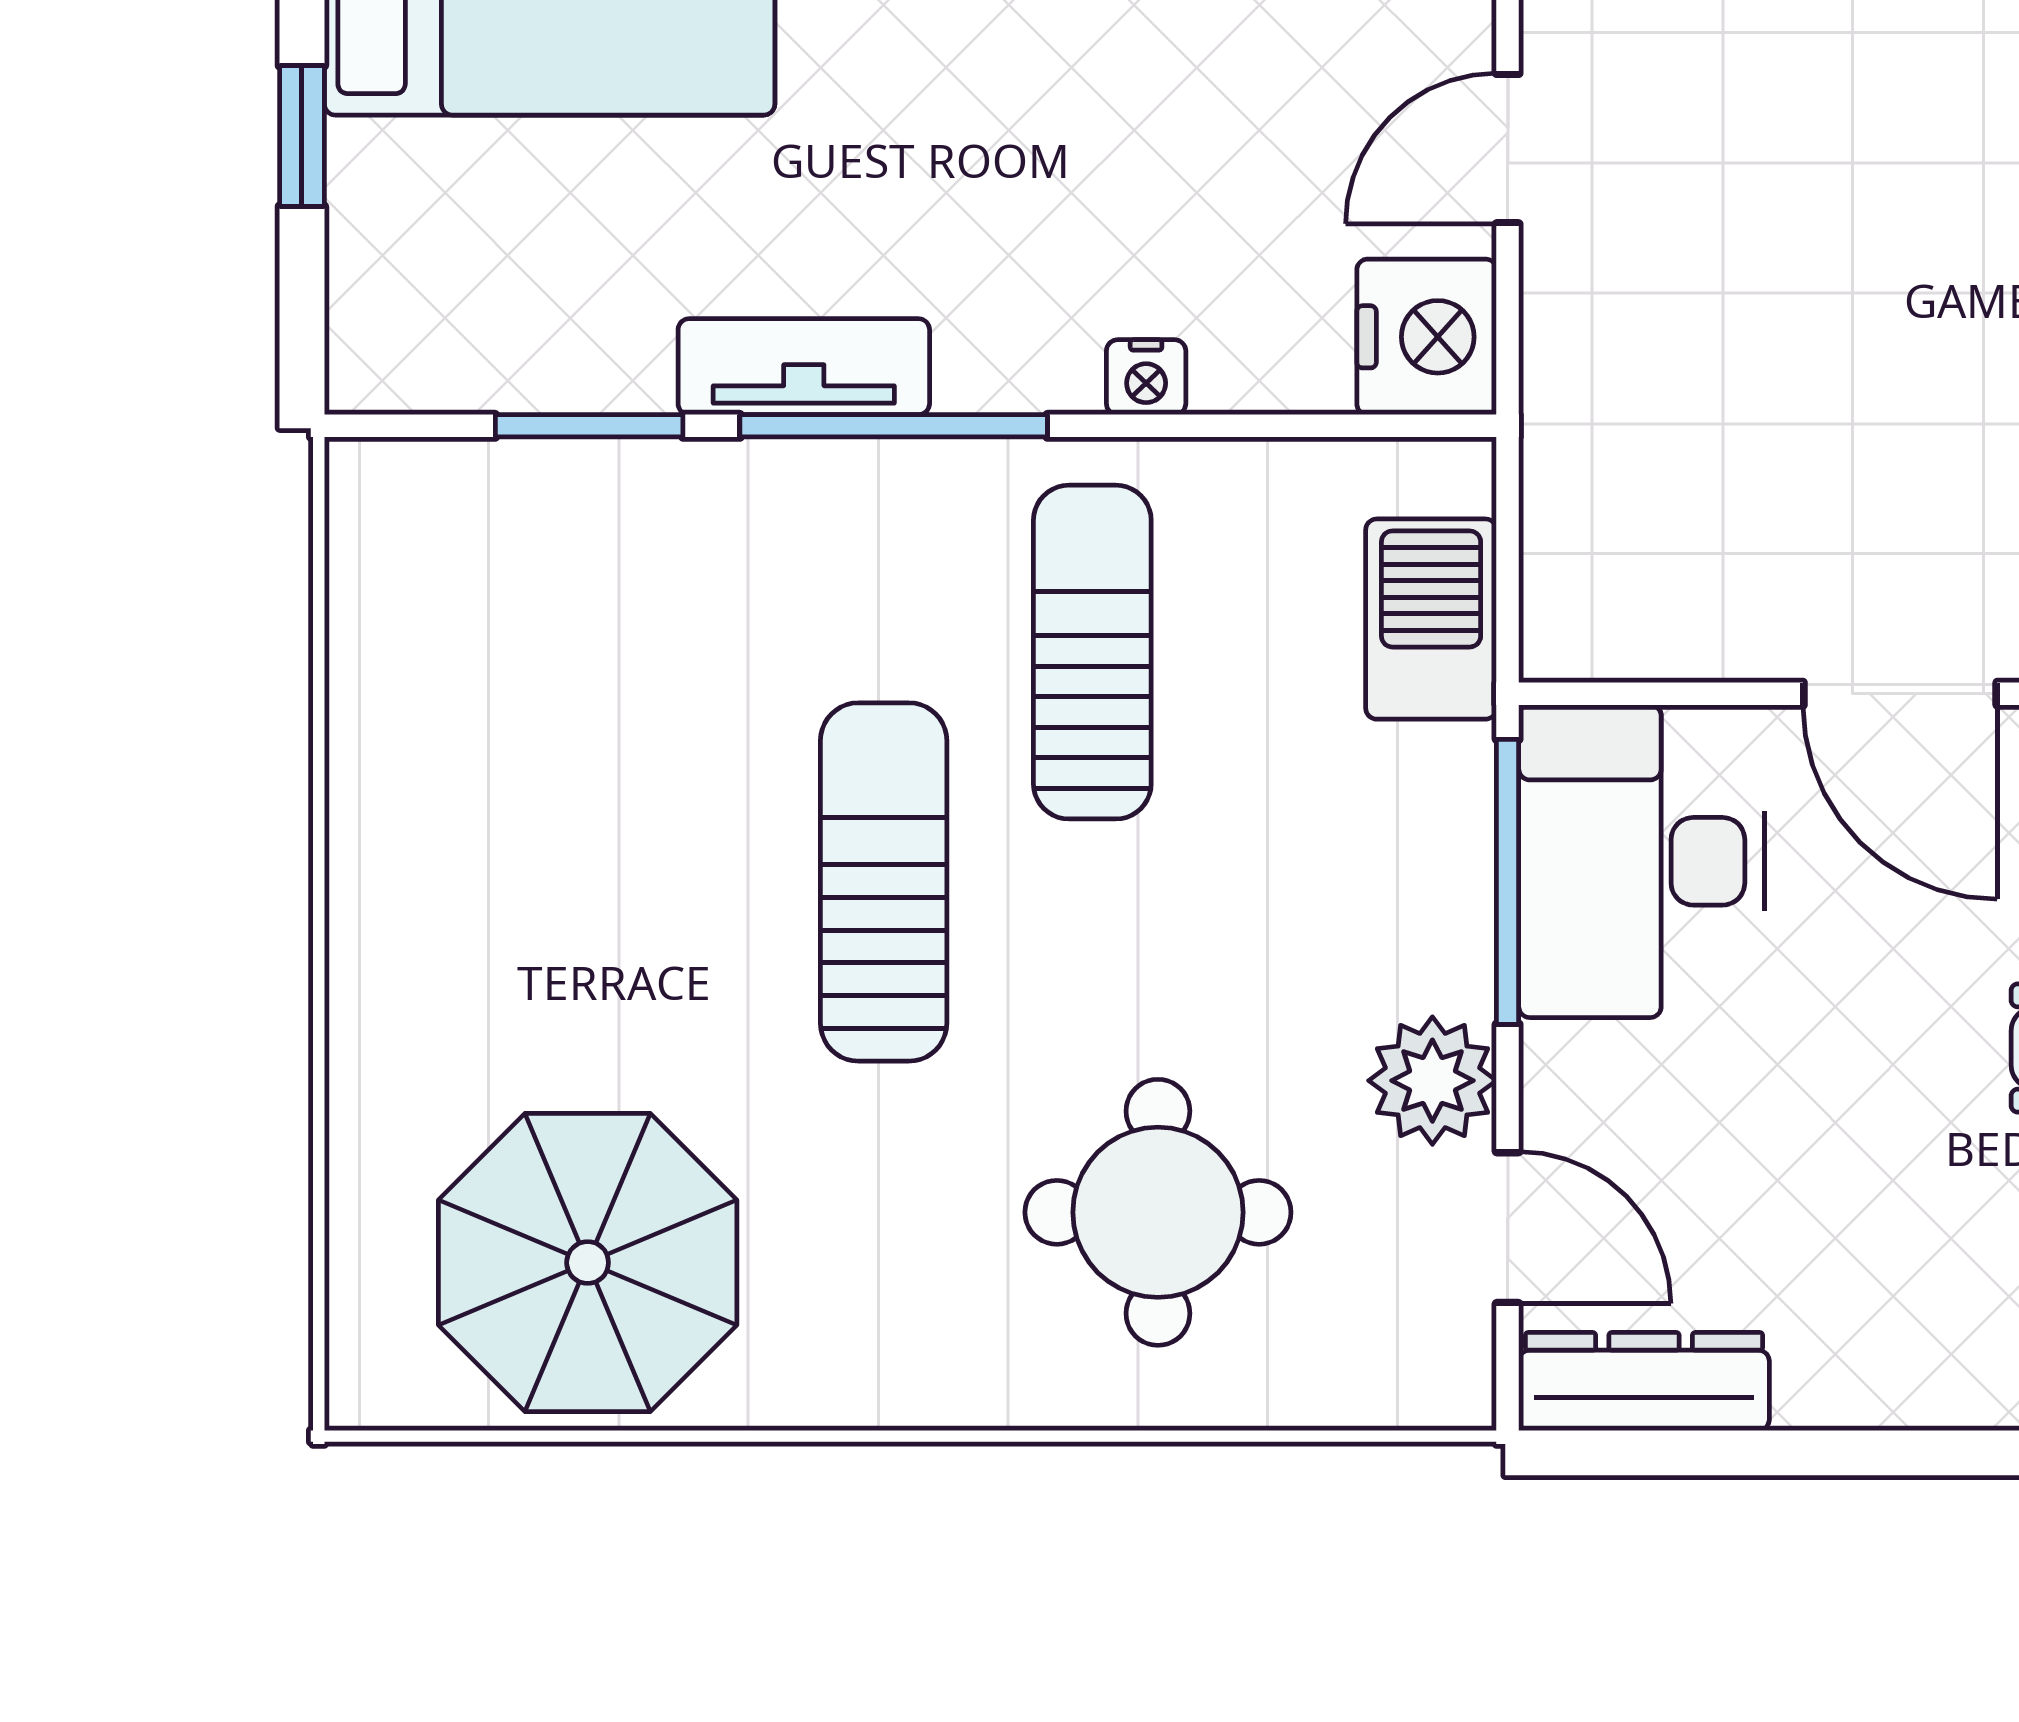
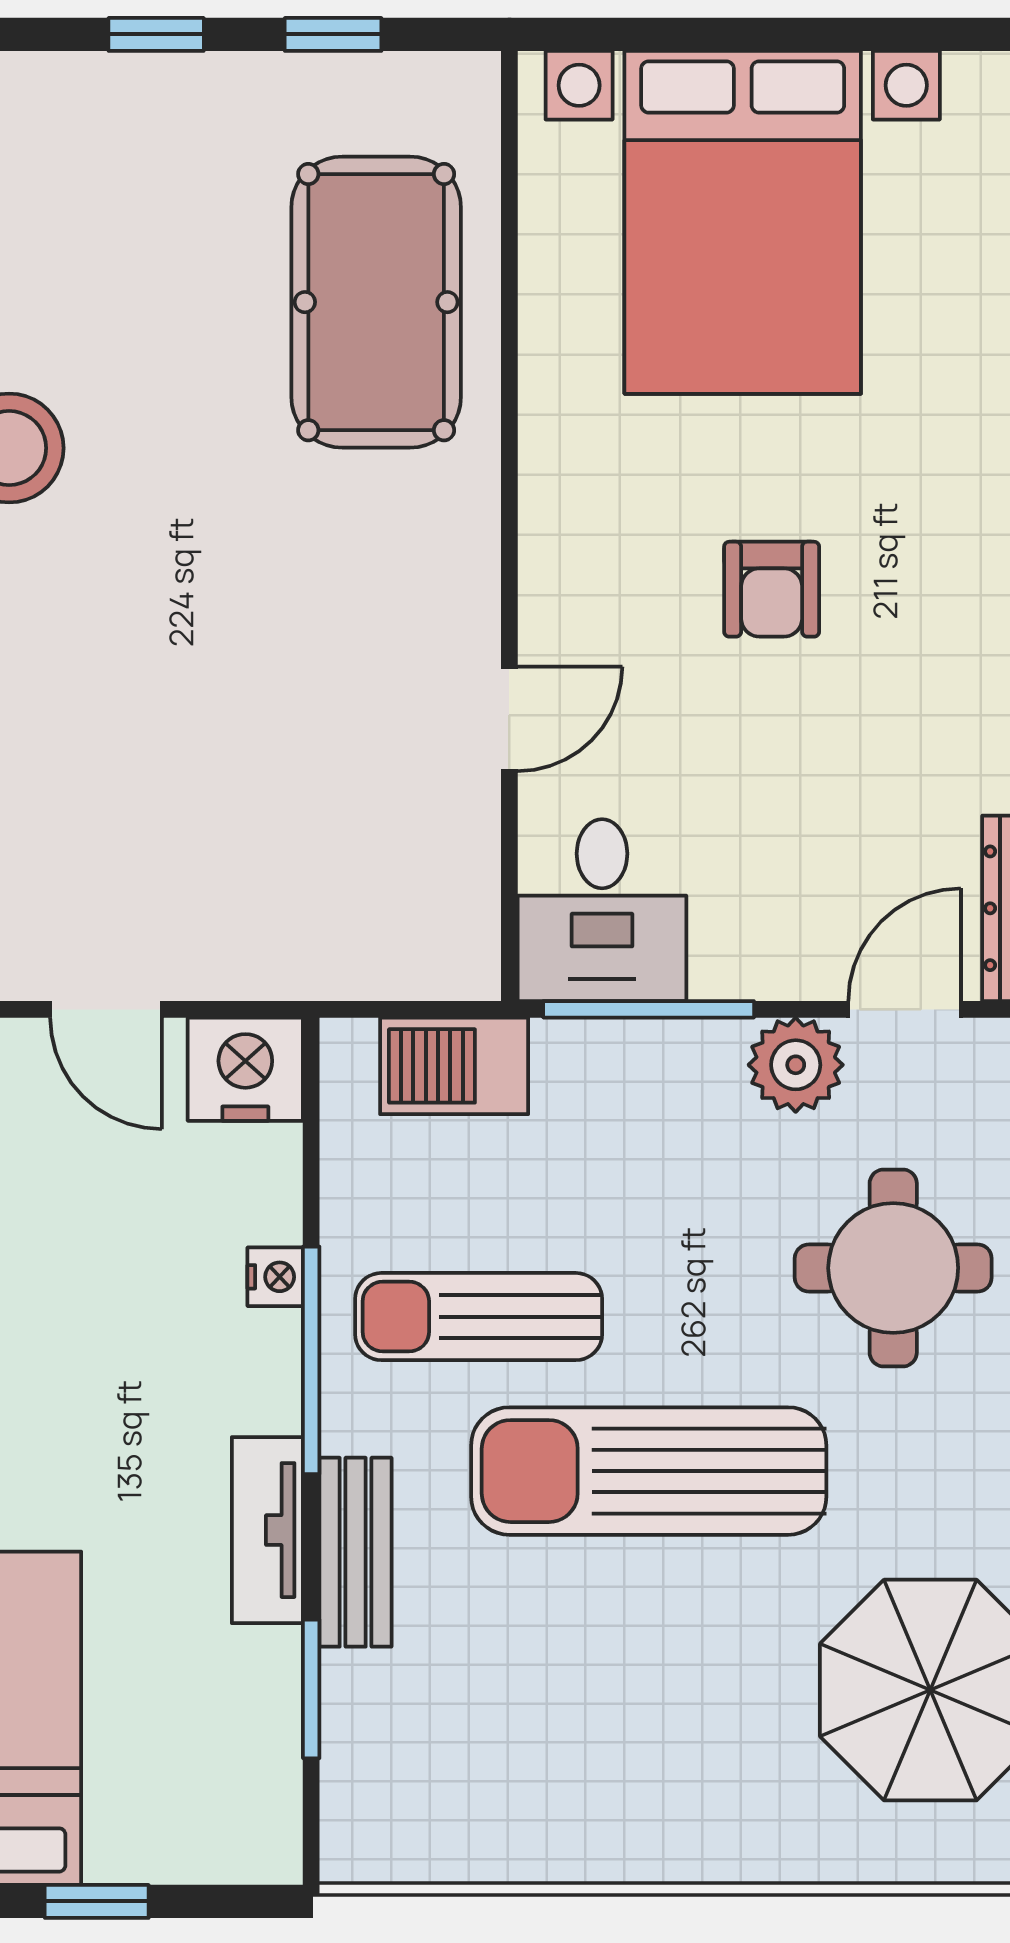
window: (894, 426) -> (311, 1360), moved
bench: (774, 486) -> (356, 1552), added
door: (1900, 694) -> (509, 719), width x0.73
desk: (1642, 861) -> (602, 910), width x0.73
sun lounger: (884, 882) -> (649, 1471), width x1.36, depth x1.34

